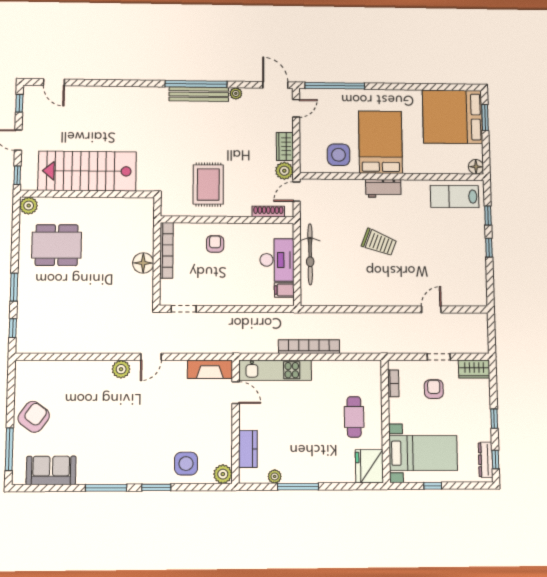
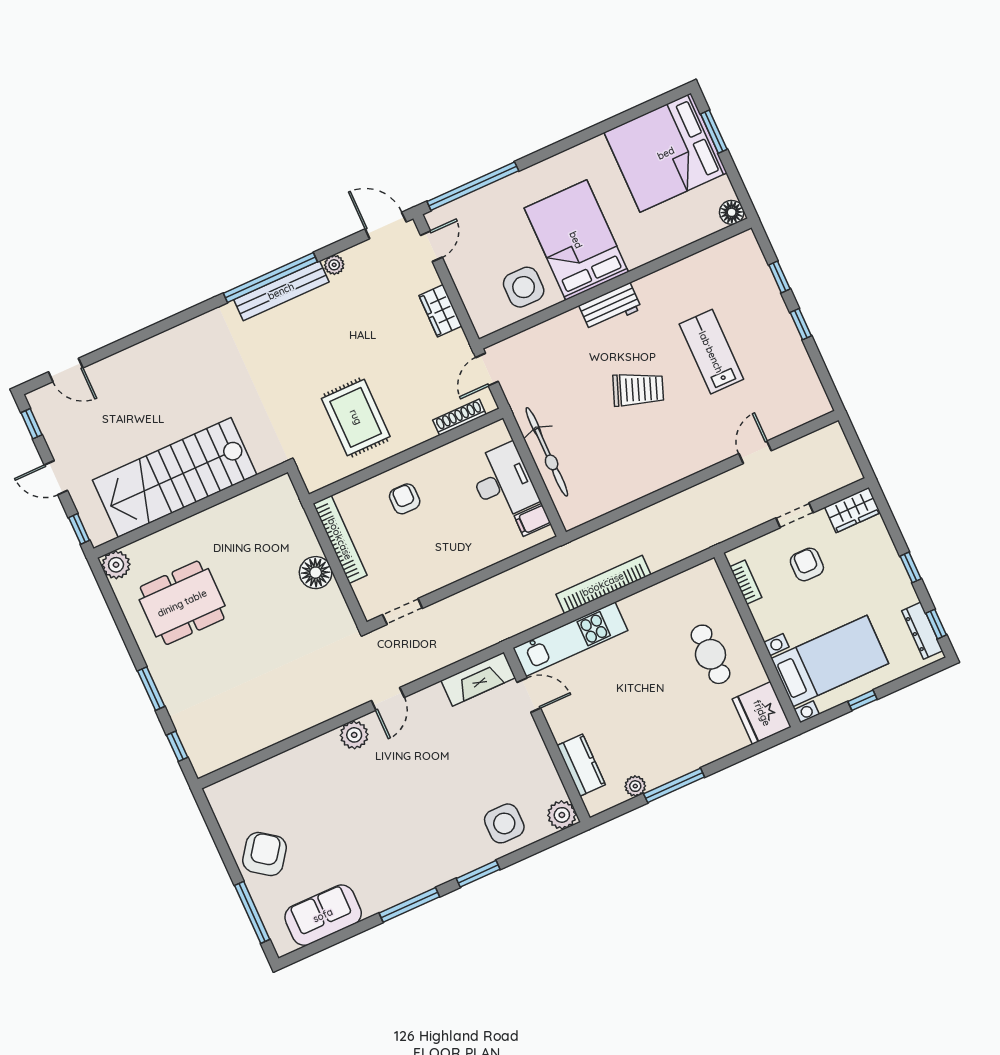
plant: (284, 171) -> (456, 347), removed
lab bench: (455, 196) -> (711, 352), moved, turned 90

